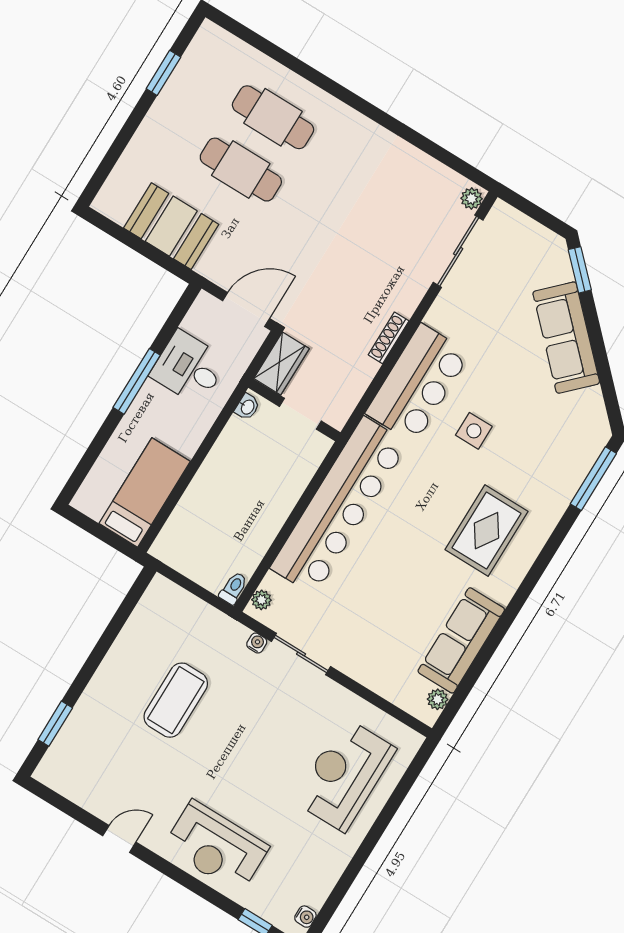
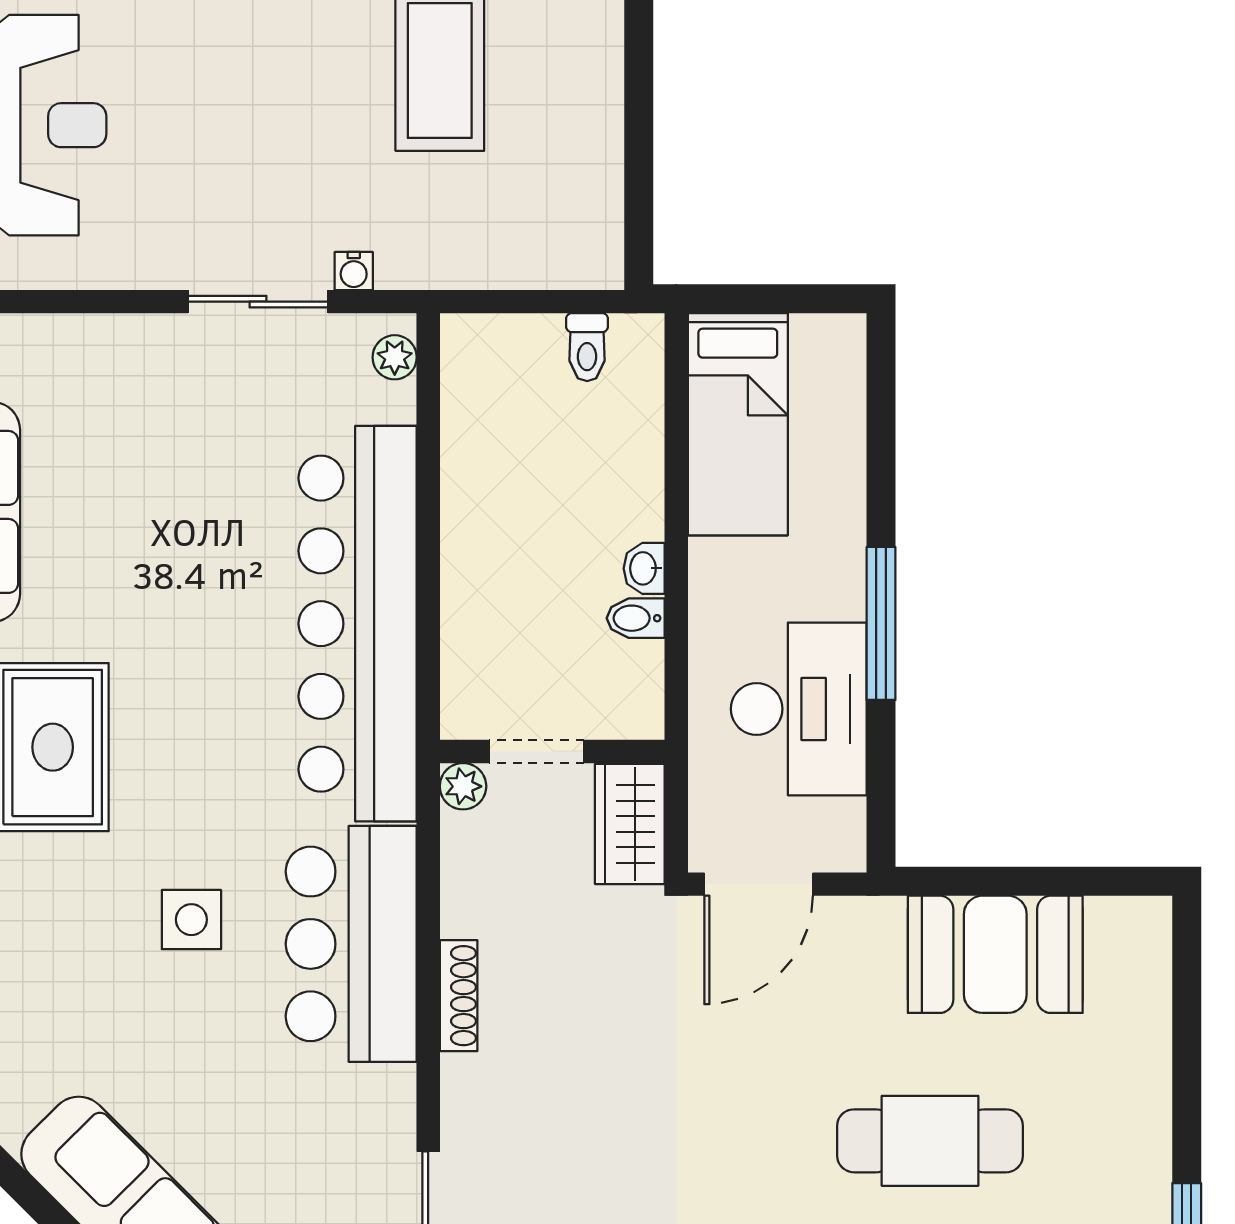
desk: (189, 368) -> (799, 709), width x1.37
washbasin: (247, 407) -> (644, 568), moved
plant: (337, 418) -> (463, 786), added
bidet: (230, 442) -> (636, 618), added
toilet: (234, 588) -> (587, 347), moved

